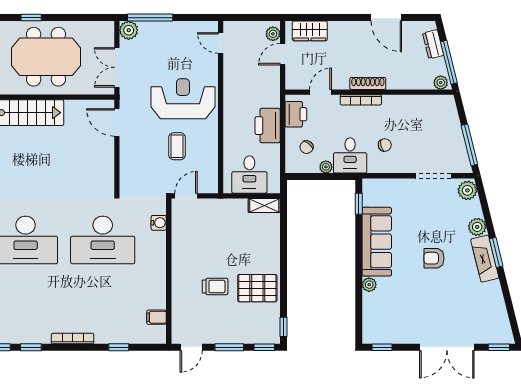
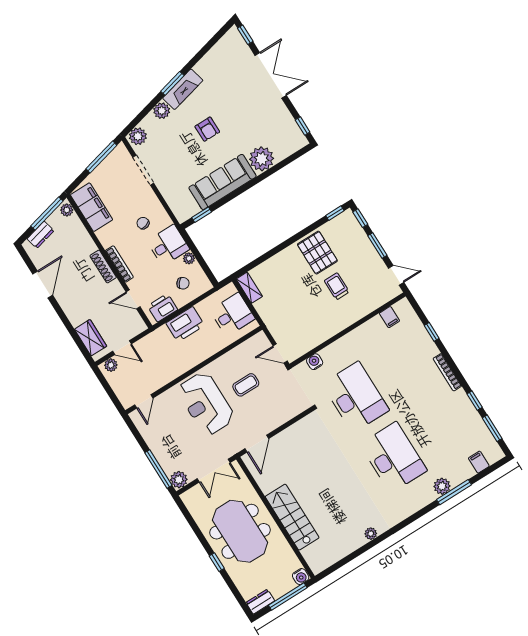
filing cabinet: (429, 107) -> (92, 207), added
plant: (369, 285) -> (262, 159), width x1.88, depth x1.88

